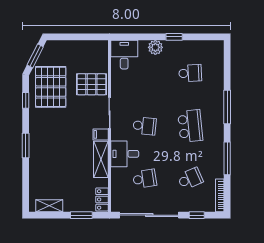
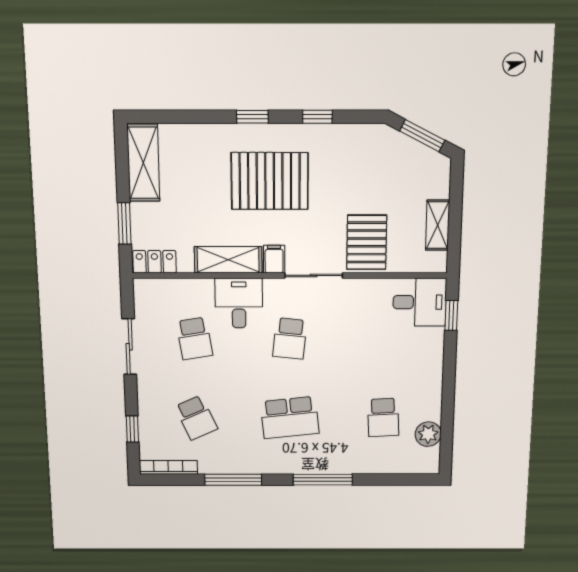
window: (174, 37) -> (451, 315), moved
shelving: (82, 46) -> (438, 225), added
plant: (155, 47) -> (428, 434), moved
pallet: (51, 87) -> (270, 181), moved
window: (26, 100) -> (317, 117), moved
window: (26, 146) -> (252, 117), width x0.67
shelving: (49, 206) -> (143, 163), width x1.50, depth x1.33
sliding door: (149, 215) -> (129, 347), width x0.54

